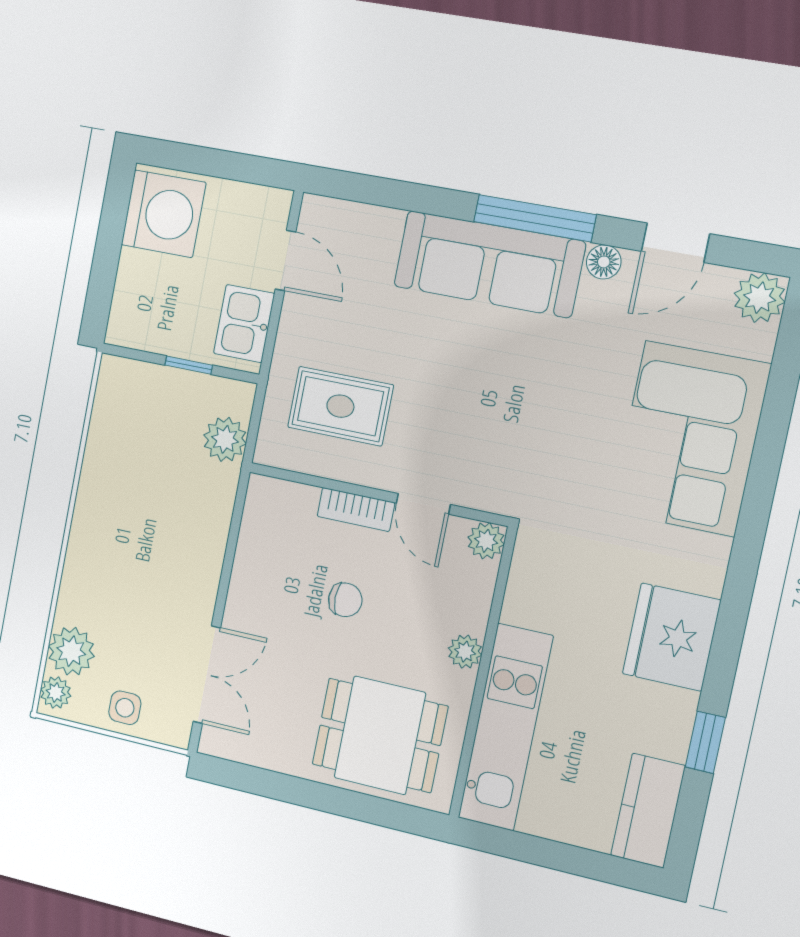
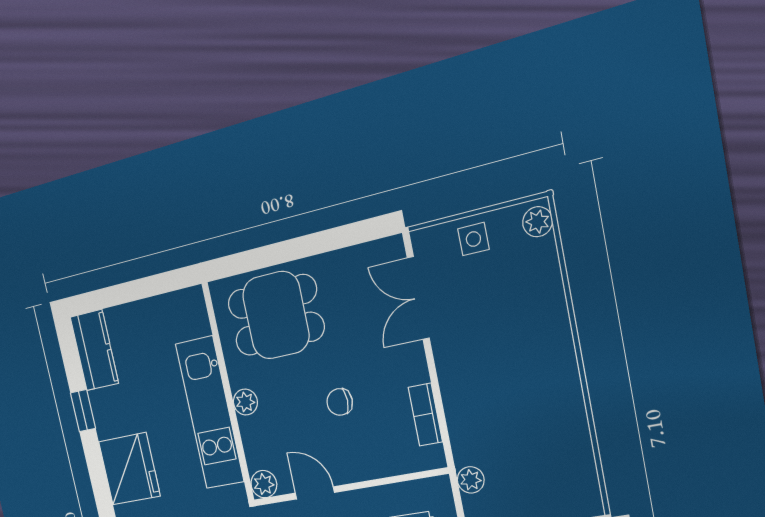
plant: (225, 439) -> (471, 480), width x0.73, depth x0.73
bookcase: (356, 509) -> (425, 415), moved, turned -90
plant: (71, 651) -> (537, 263), removed
kitchen unit: (505, 727) -> (210, 413), moved

